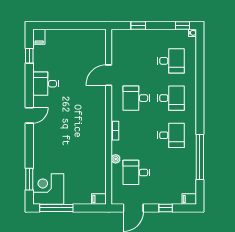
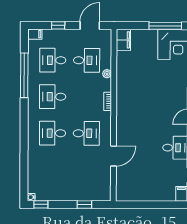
desk: (171, 61) -> (53, 60), moved
filing cabinet: (99, 199) -> (123, 40), width x2.00

